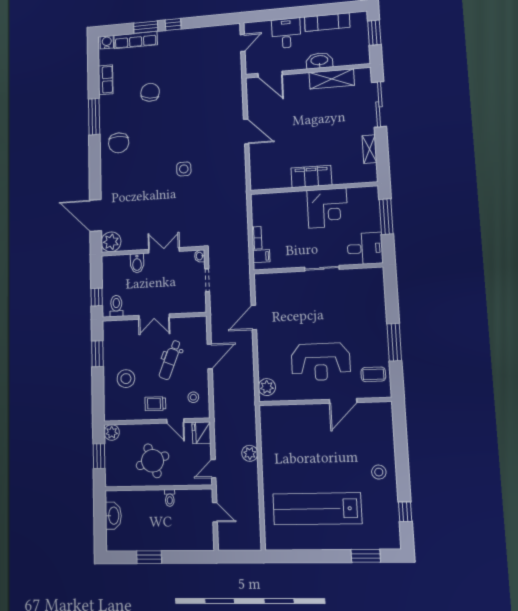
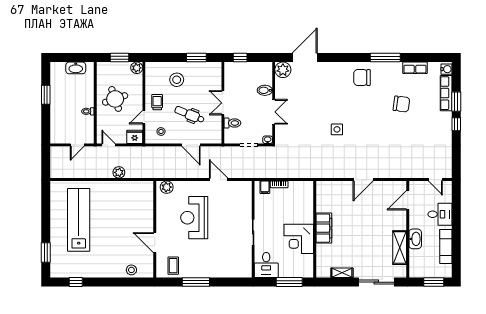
toilet: (116, 306) -> (232, 123), moved
reception desk: (321, 362) -> (194, 218), moved
stool: (379, 472) -> (131, 270), moved

